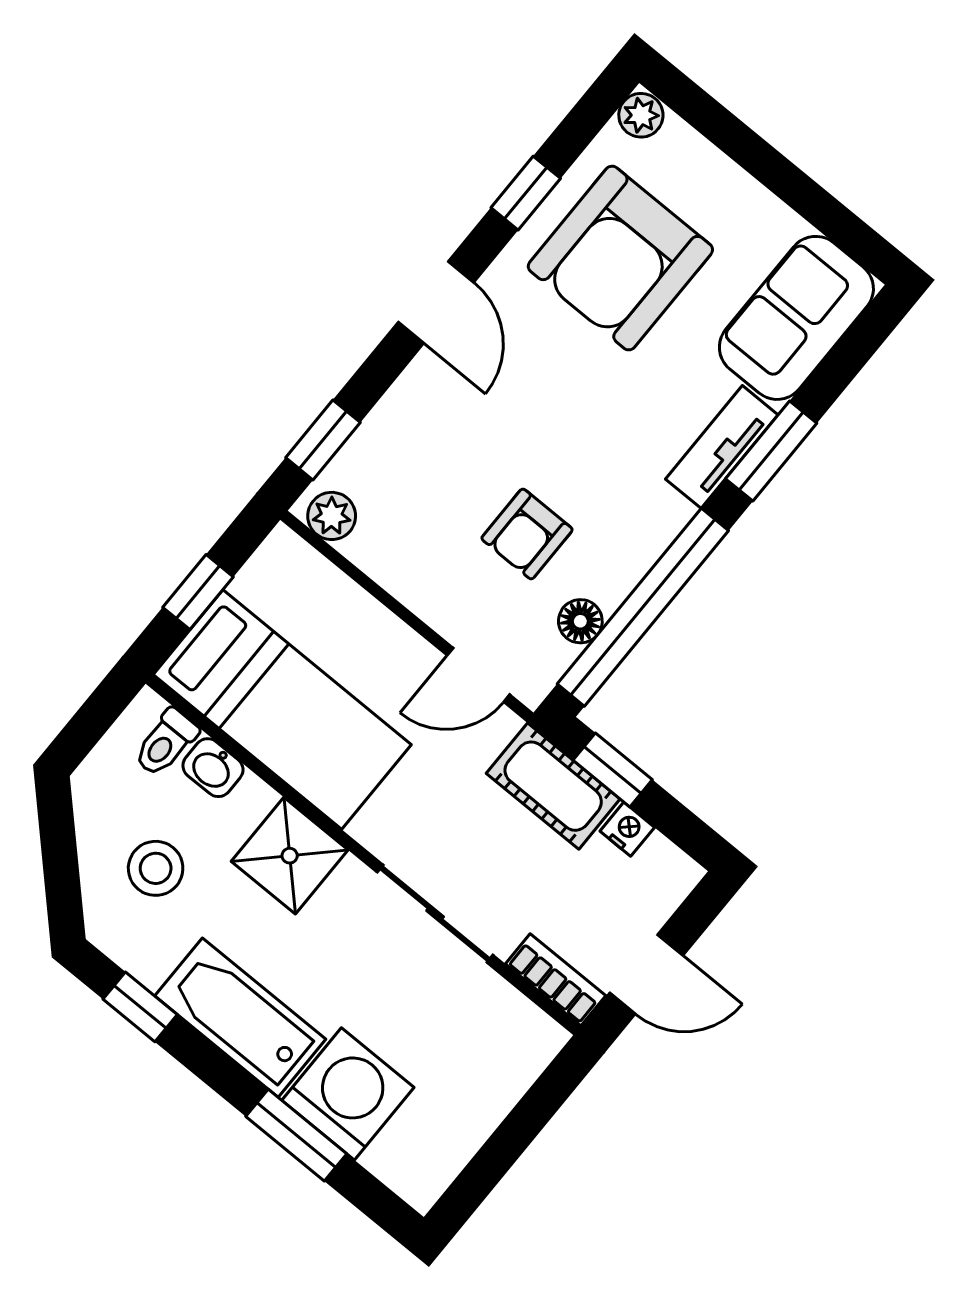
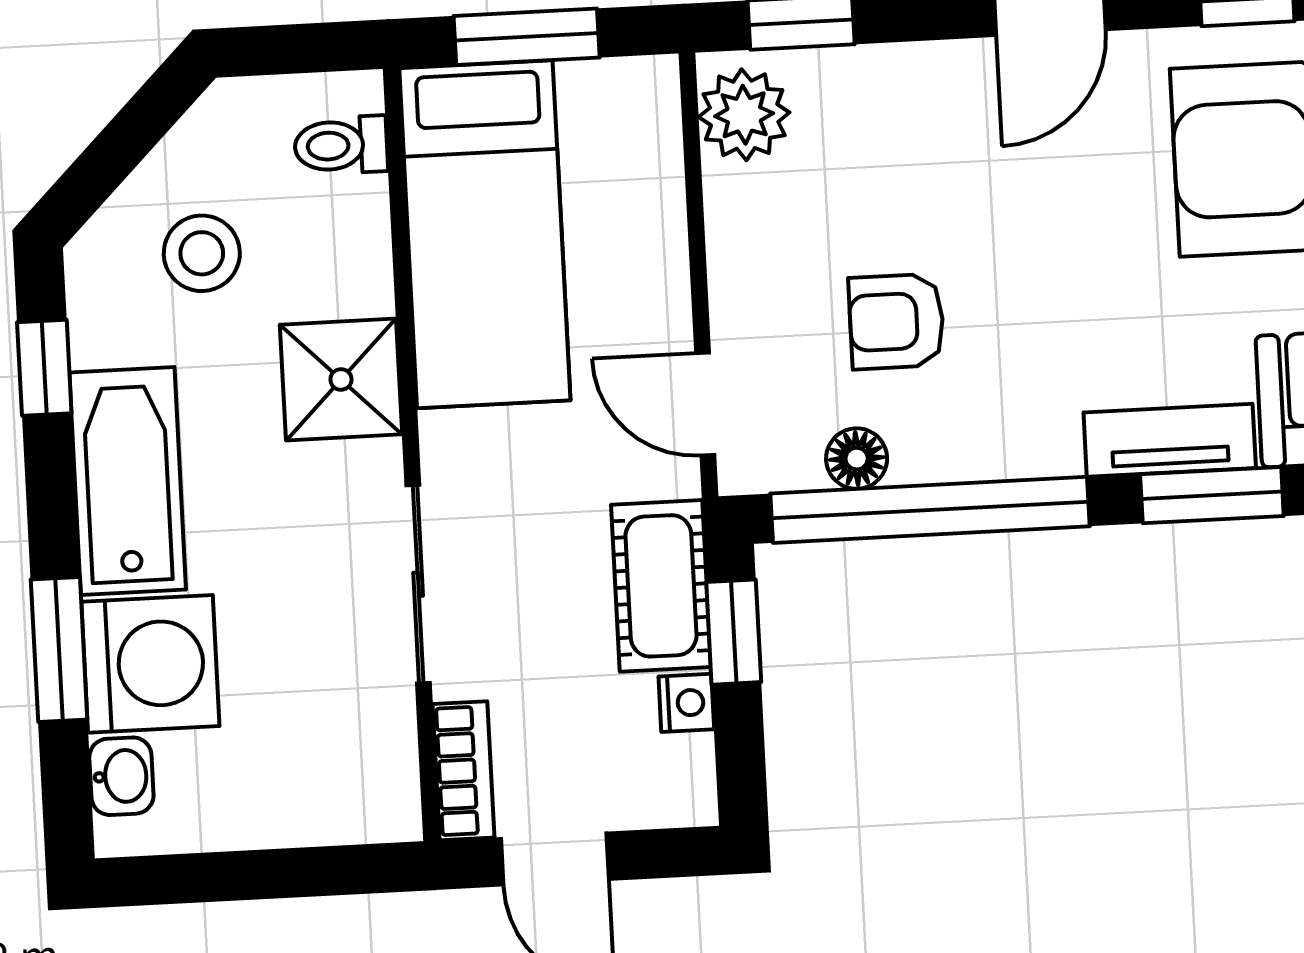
plant: (332, 516) -> (744, 115), width x1.38, depth x1.38
window: (198, 592) -> (527, 37), width x1.50
washbasin: (213, 768) -> (121, 776), moved, turned 180

